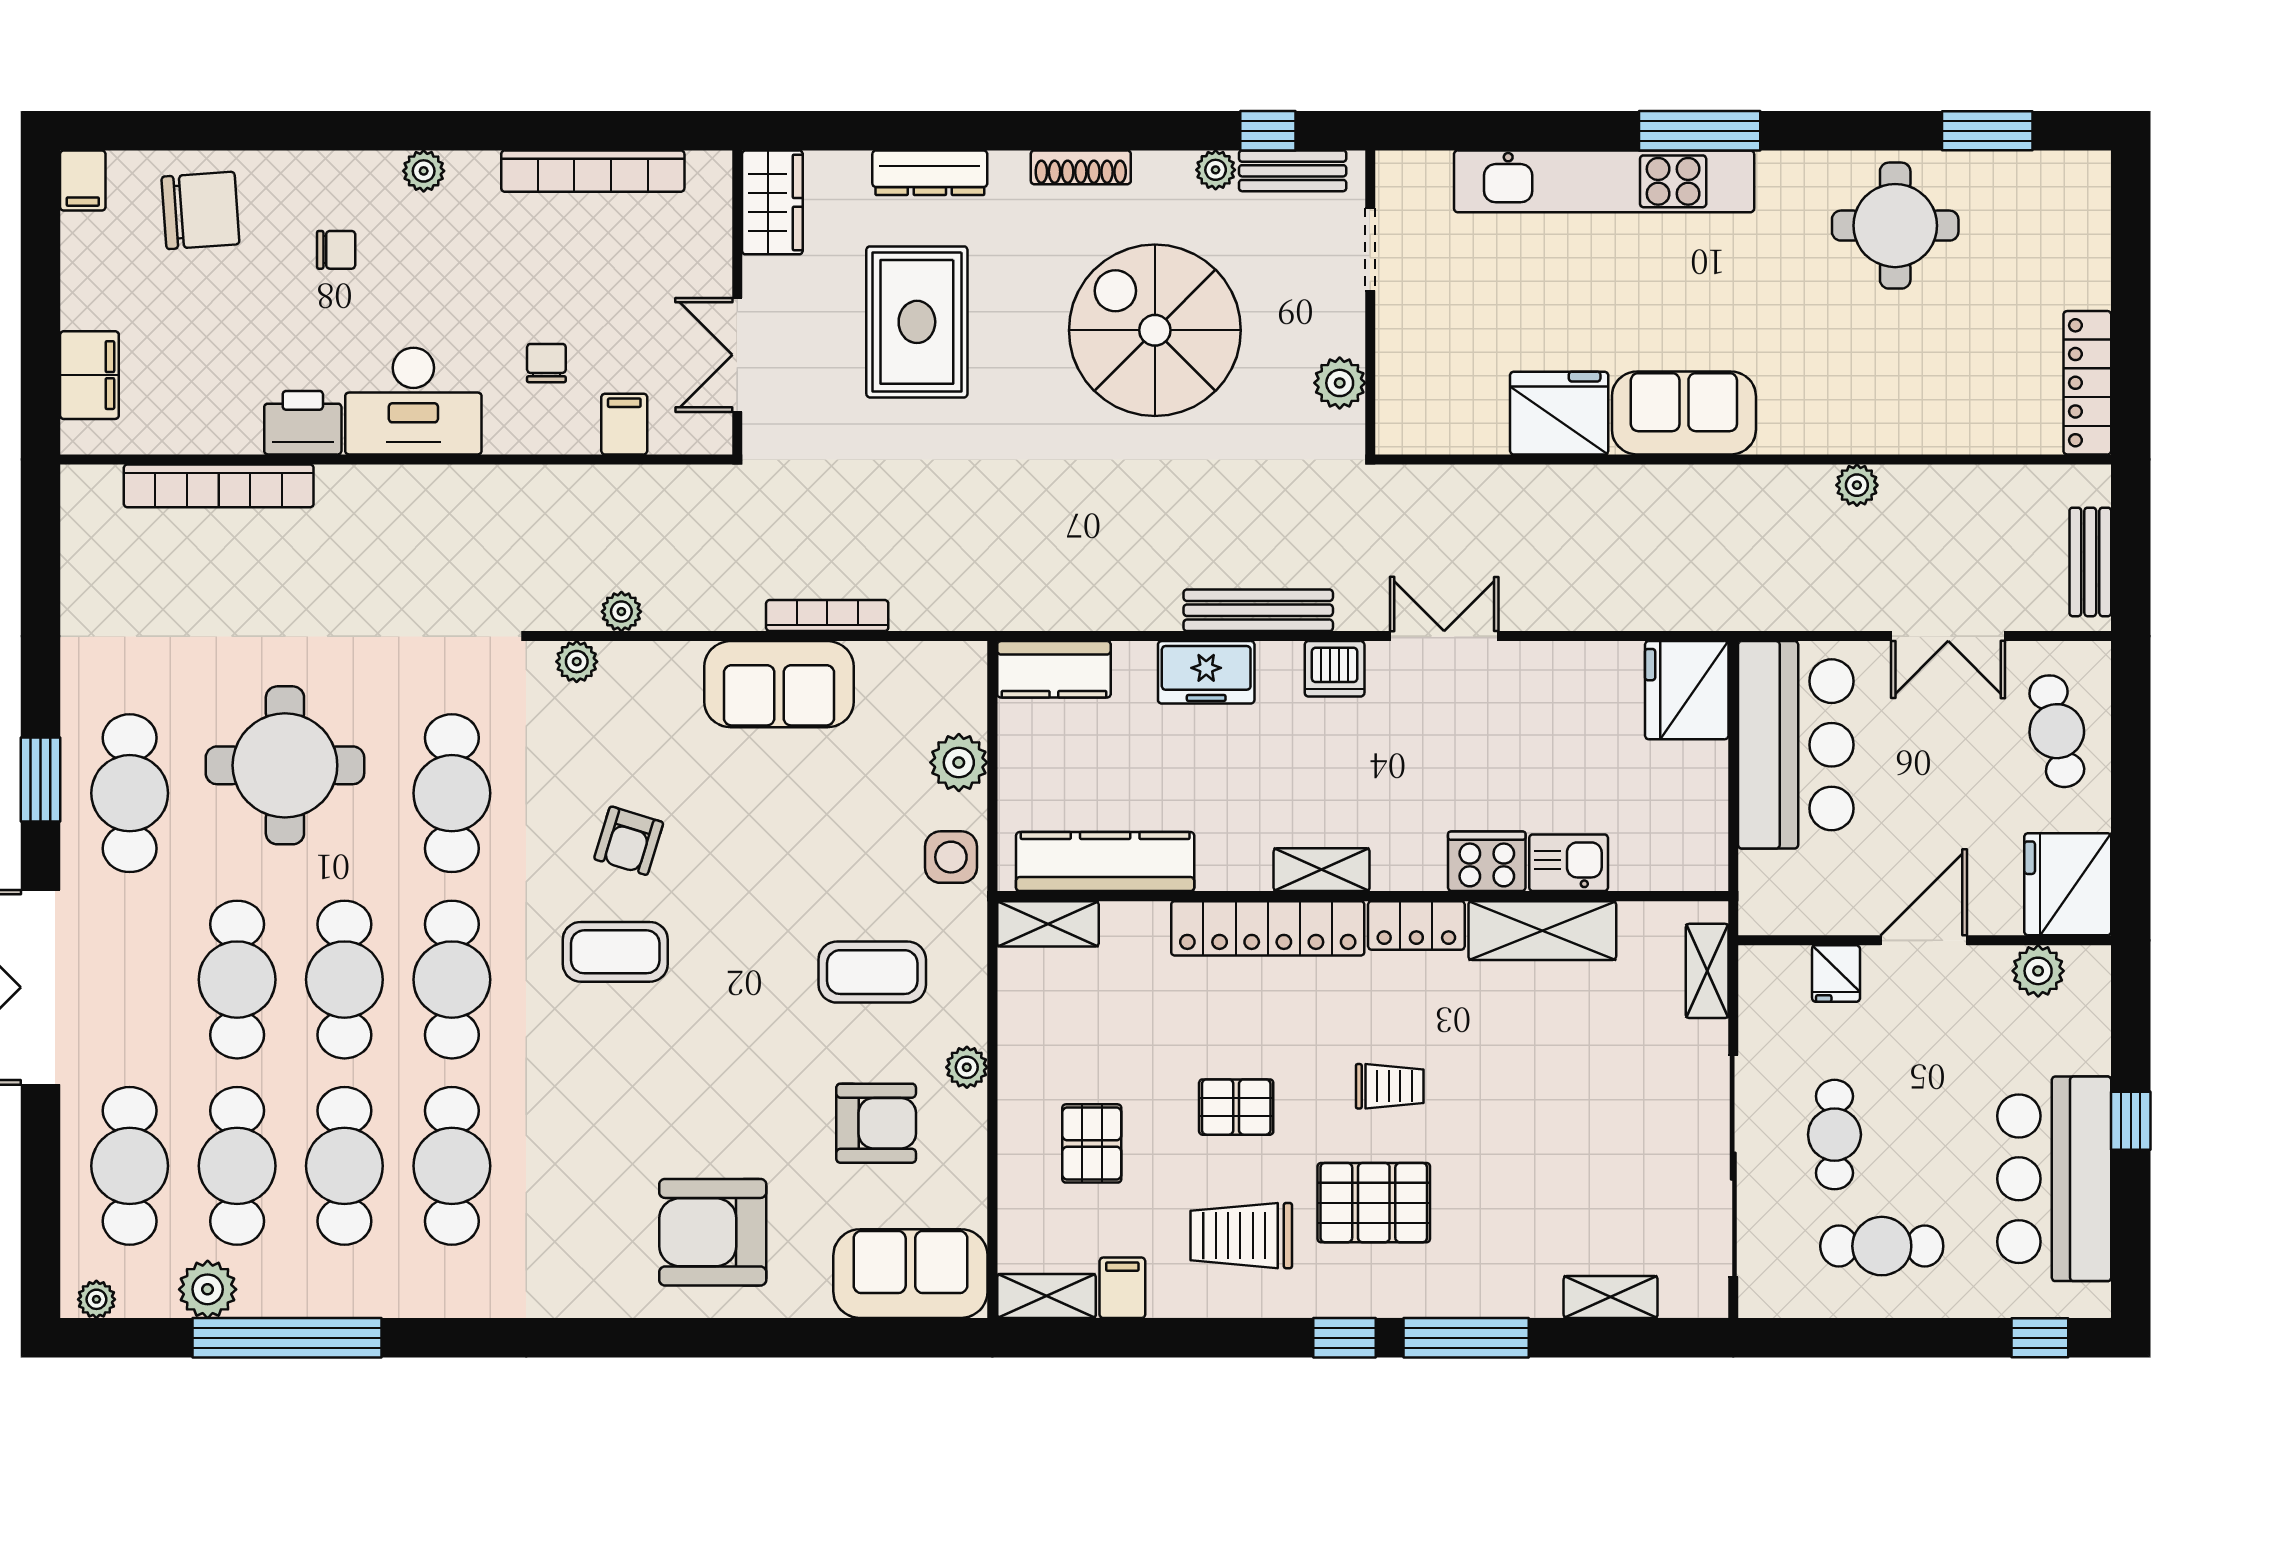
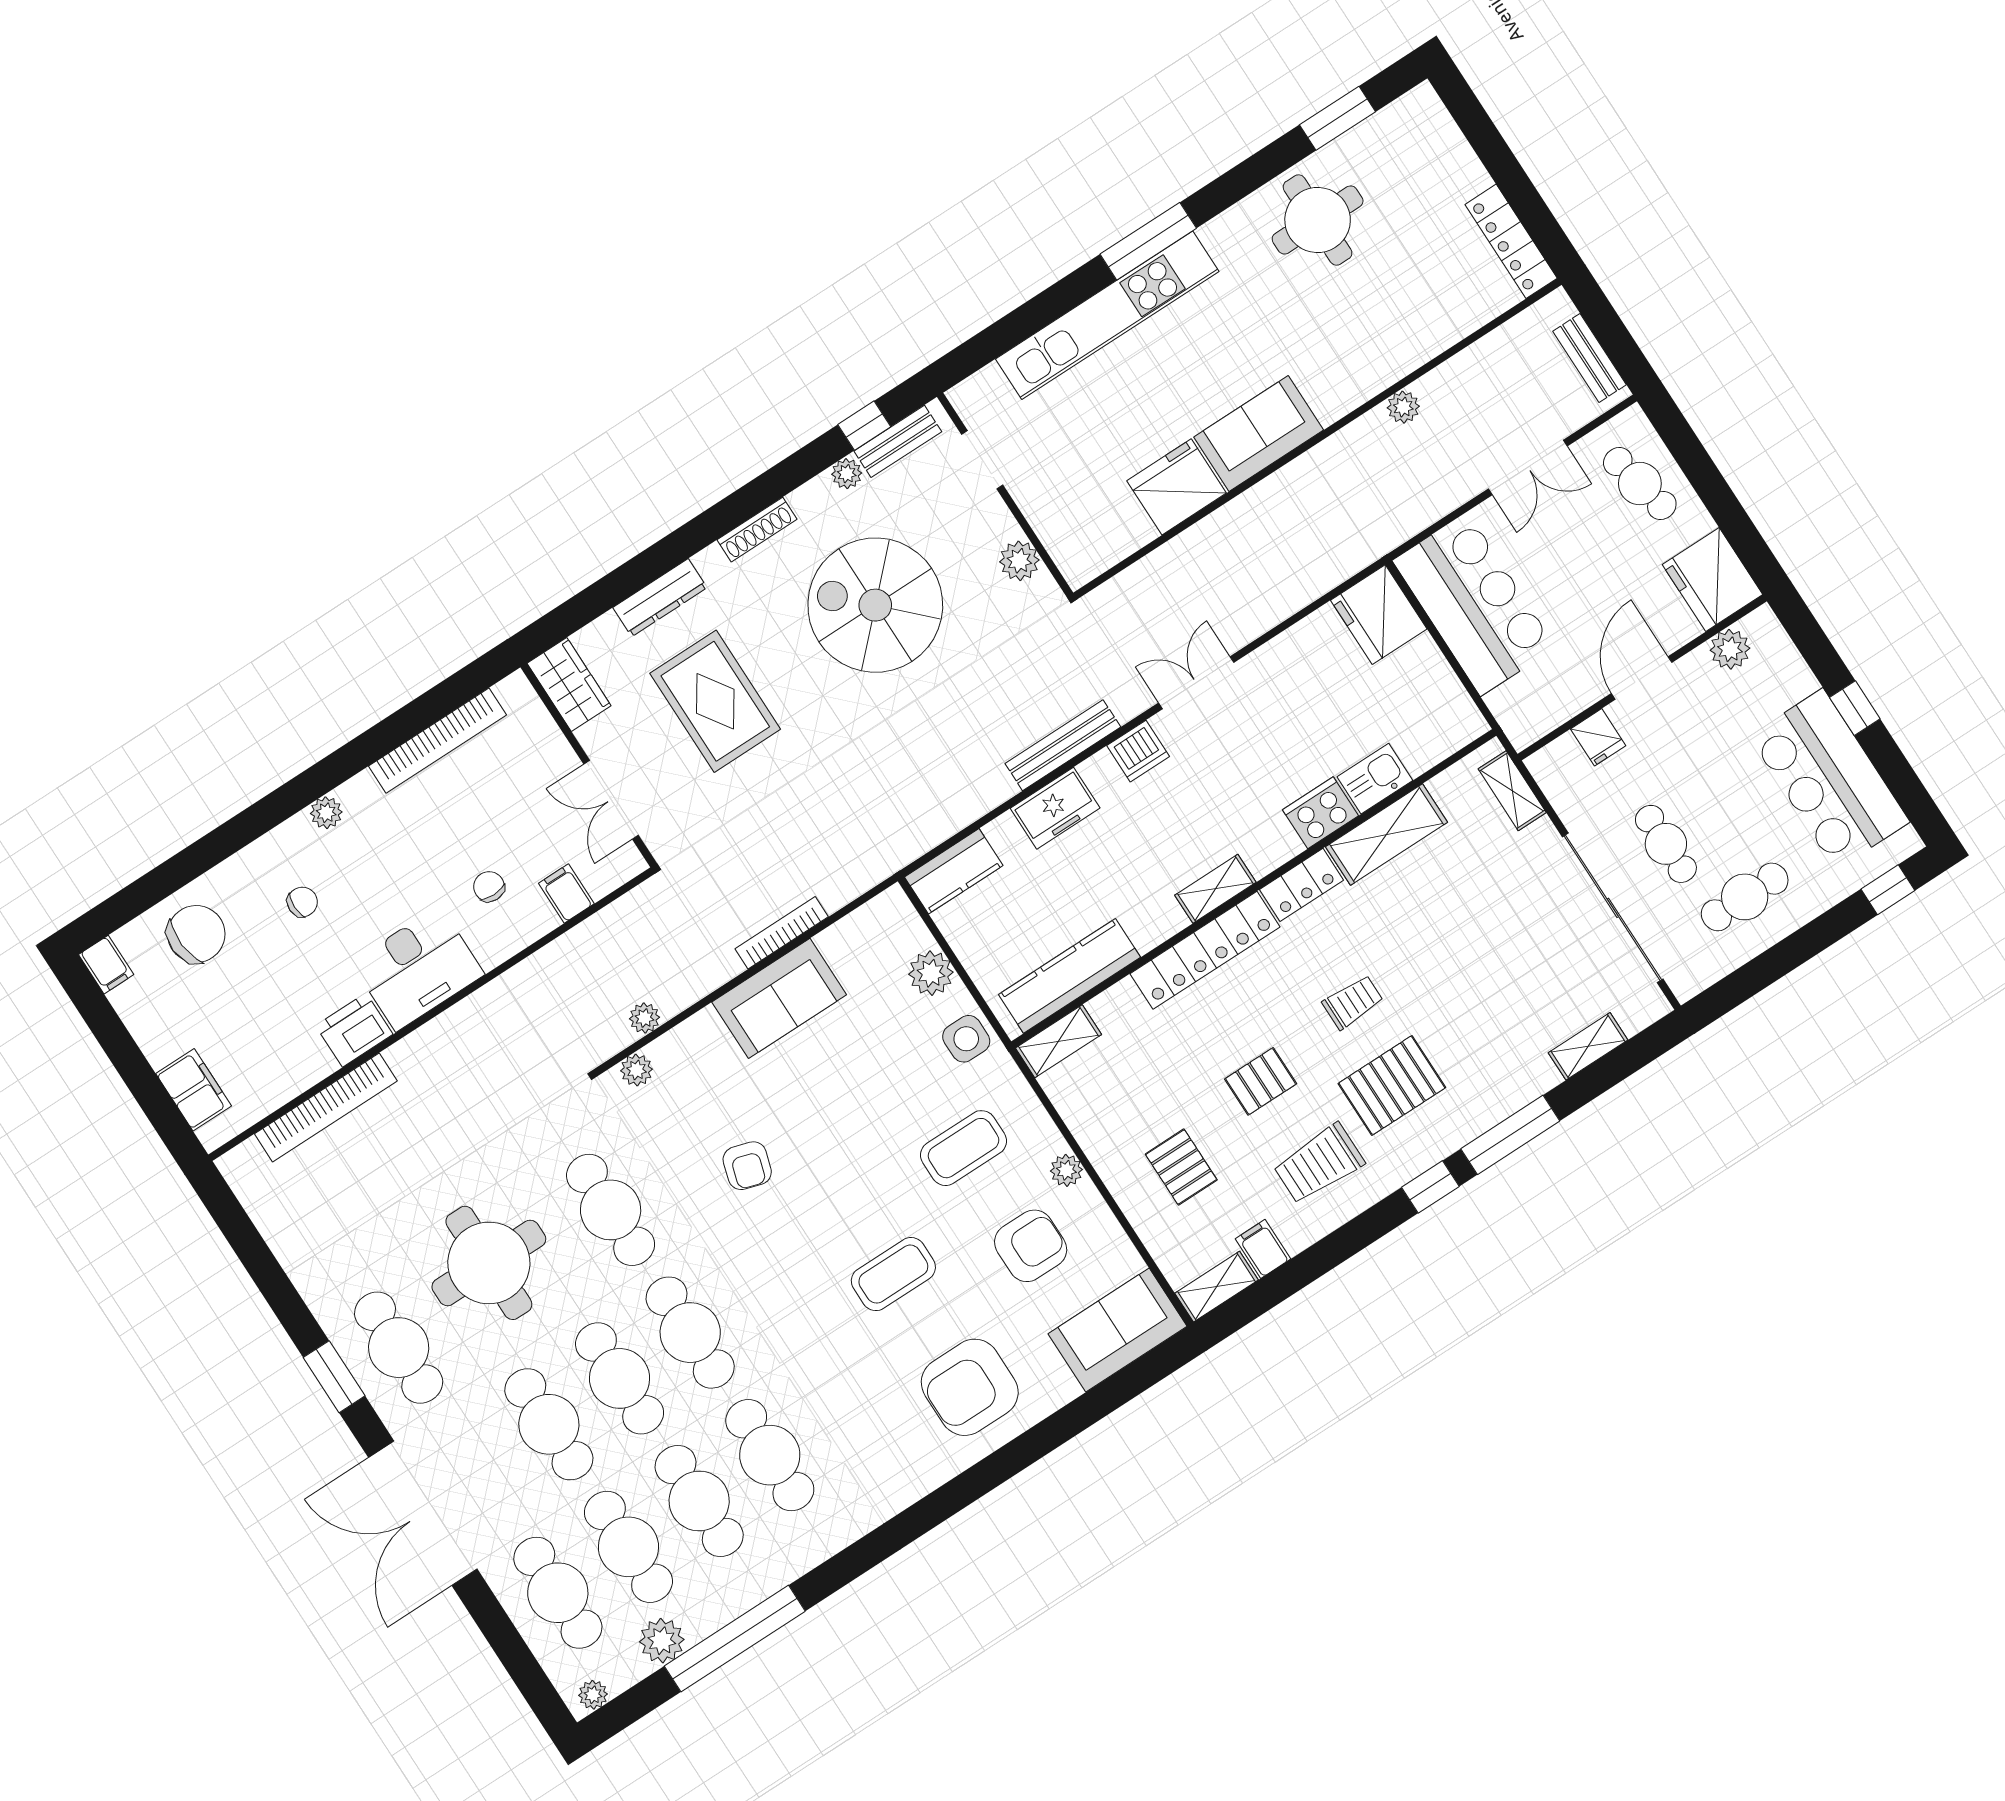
coffee table: (615, 952) -> (893, 1274), moved

